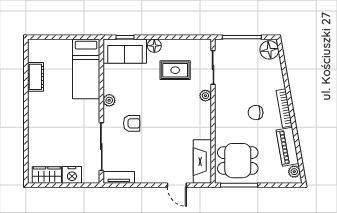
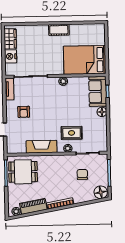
bed: (86, 69) -> (85, 60), width x1.50
rug: (175, 70) -> (72, 133), moved, turned 90
cot: (35, 77) -> (59, 30), moved
chair: (256, 113) -> (82, 174), moved
armchair: (132, 123) -> (24, 112), moved
dining table: (238, 161) -> (23, 172), turned 90
fireplace: (202, 162) -> (41, 147), moved

